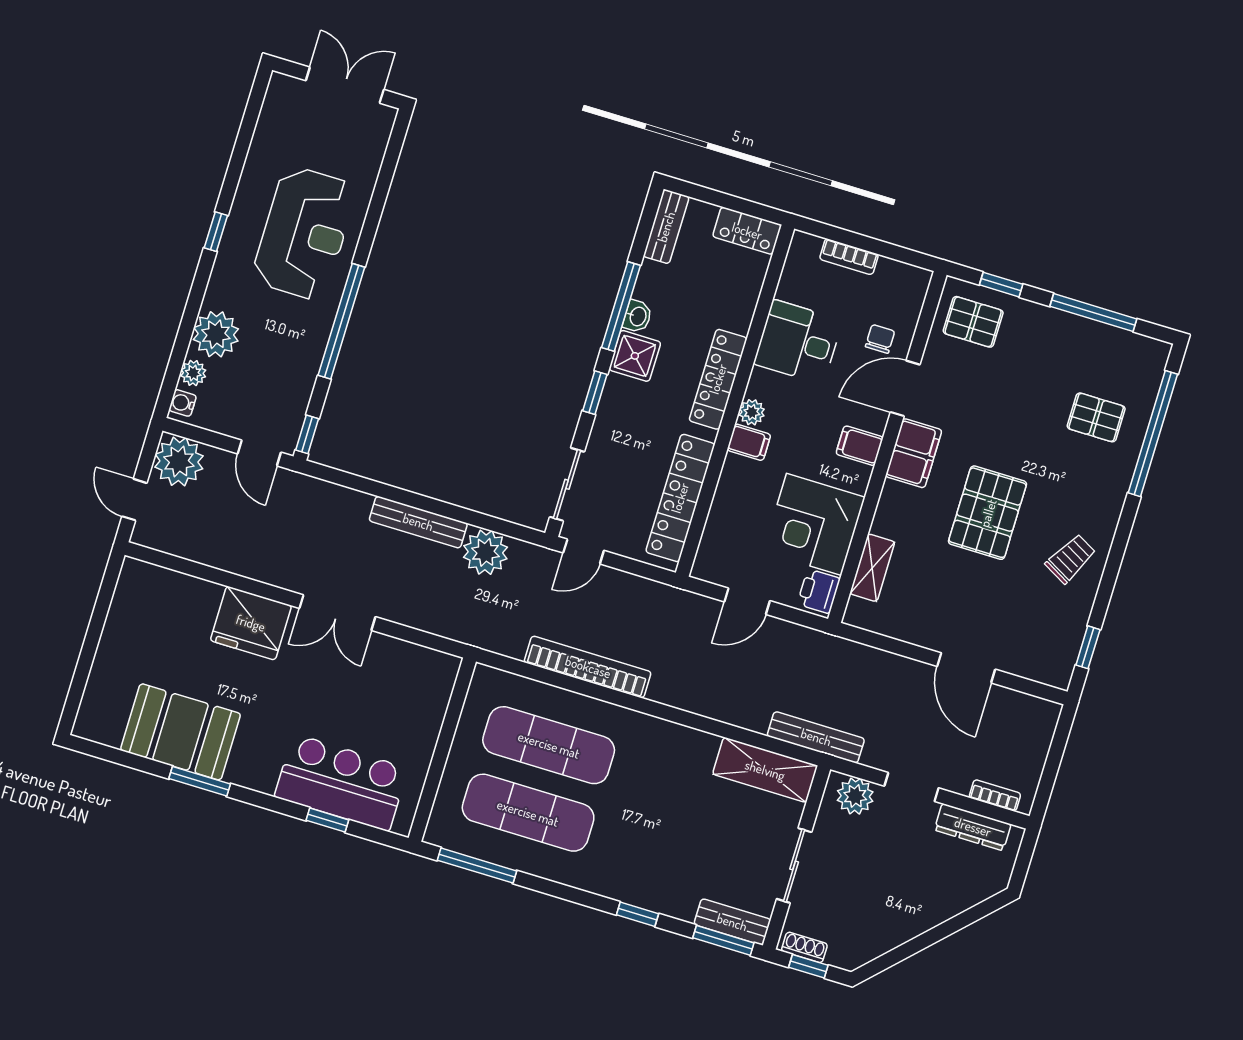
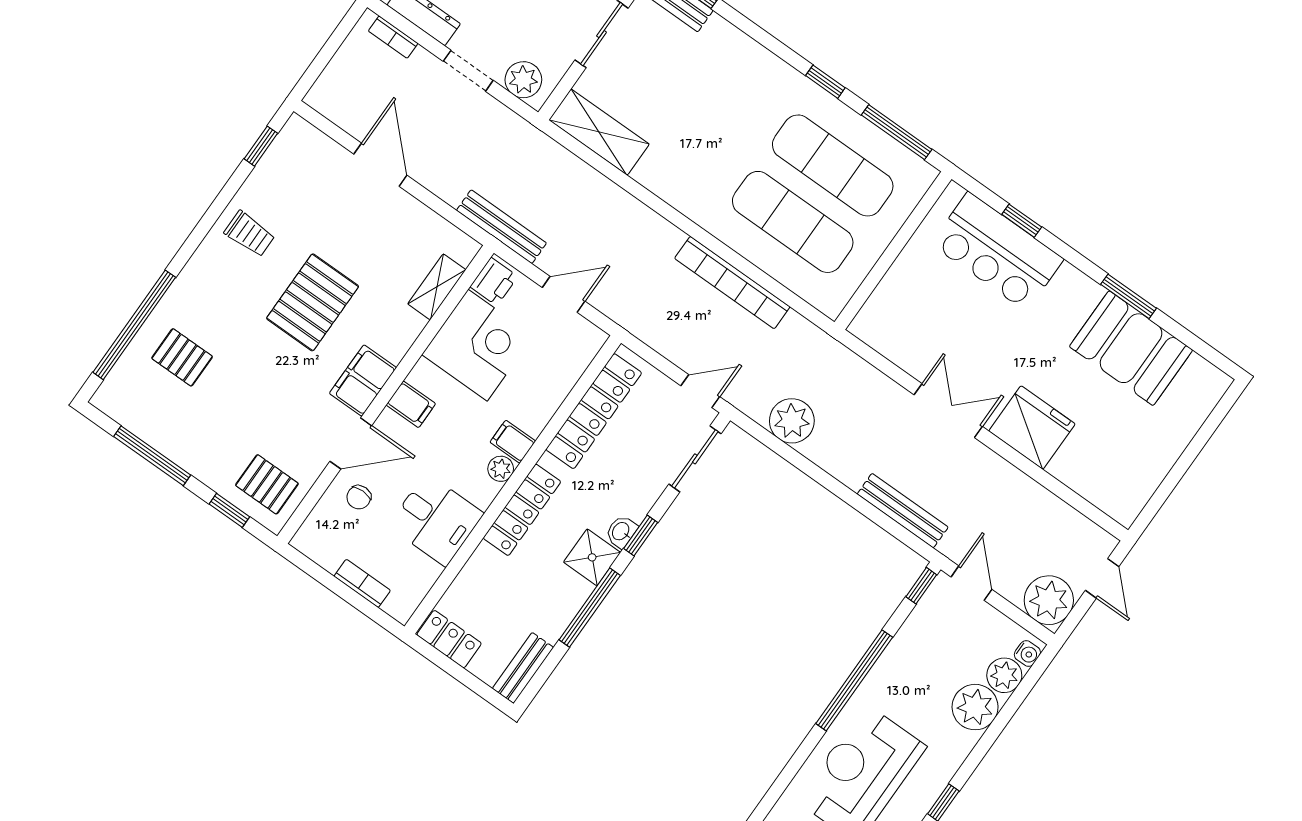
washbasin: (637, 316) -> (621, 532), moved
plant: (193, 373) -> (1004, 675), width x1.38, depth x1.38
bench: (418, 522) -> (903, 511), moved
trolley: (1071, 559) -> (249, 234), turned -119
bench: (816, 737) -> (501, 227), moved
window: (638, 914) -> (825, 82), moved

